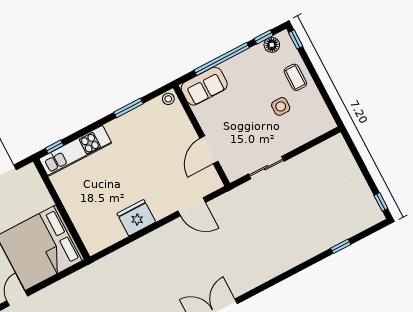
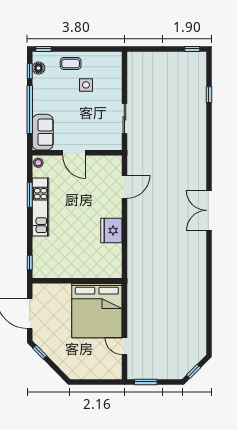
door: (209, 150) -> (74, 153), moved
kitchen unit: (75, 151) -> (40, 207), moved

